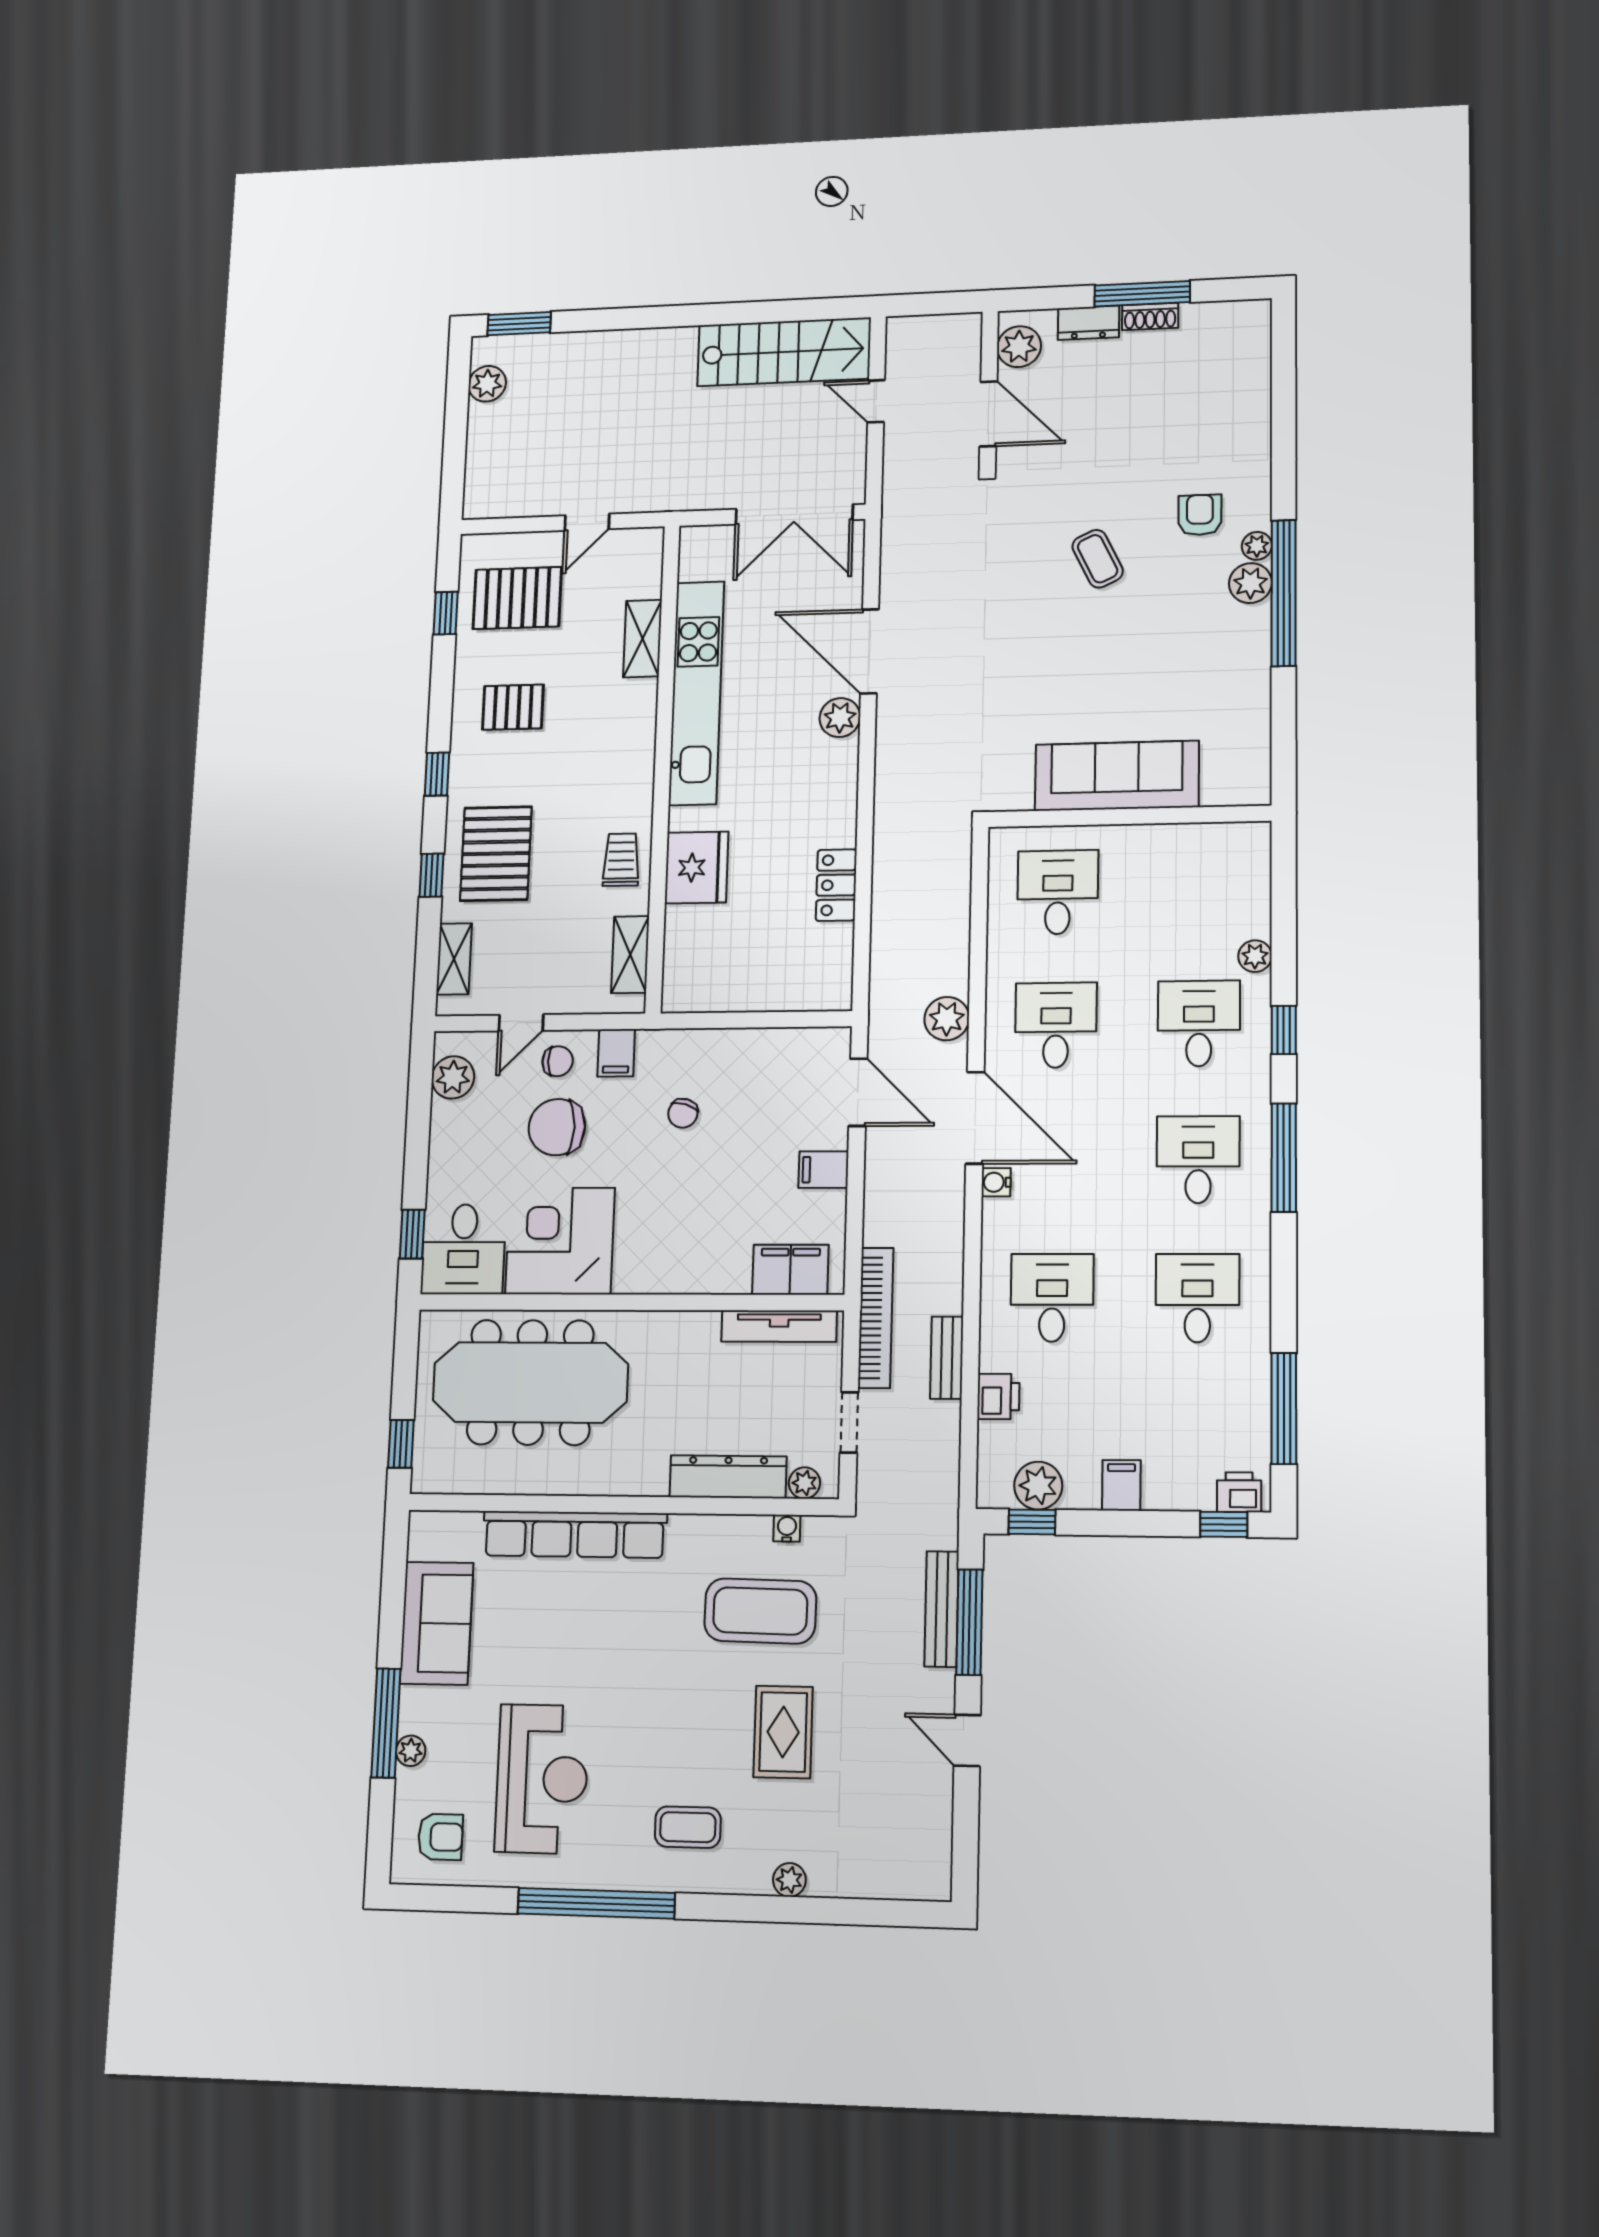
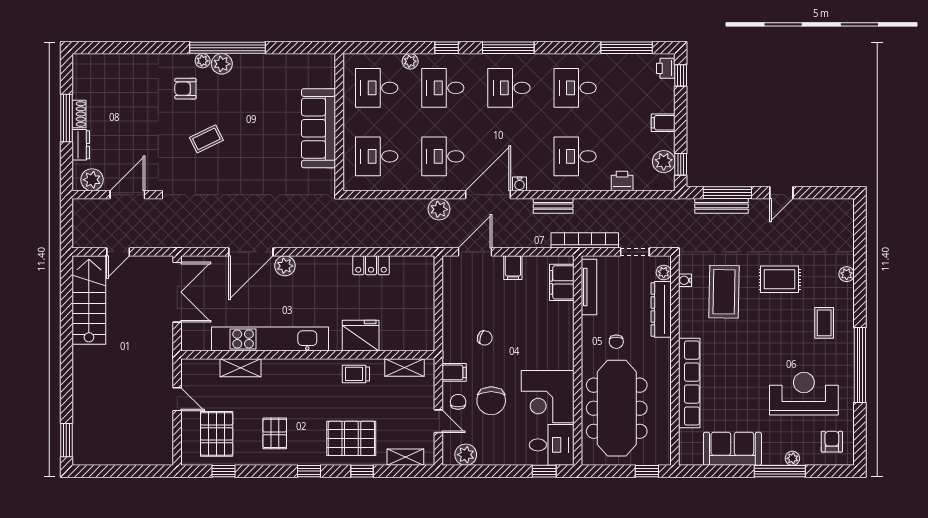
plant: (487, 384) -> (99, 456), removed
desk: (1199, 890) -> (377, 88), added
bench: (947, 1358) -> (553, 206), moved
chair: (665, 1382) -> (616, 342), added

